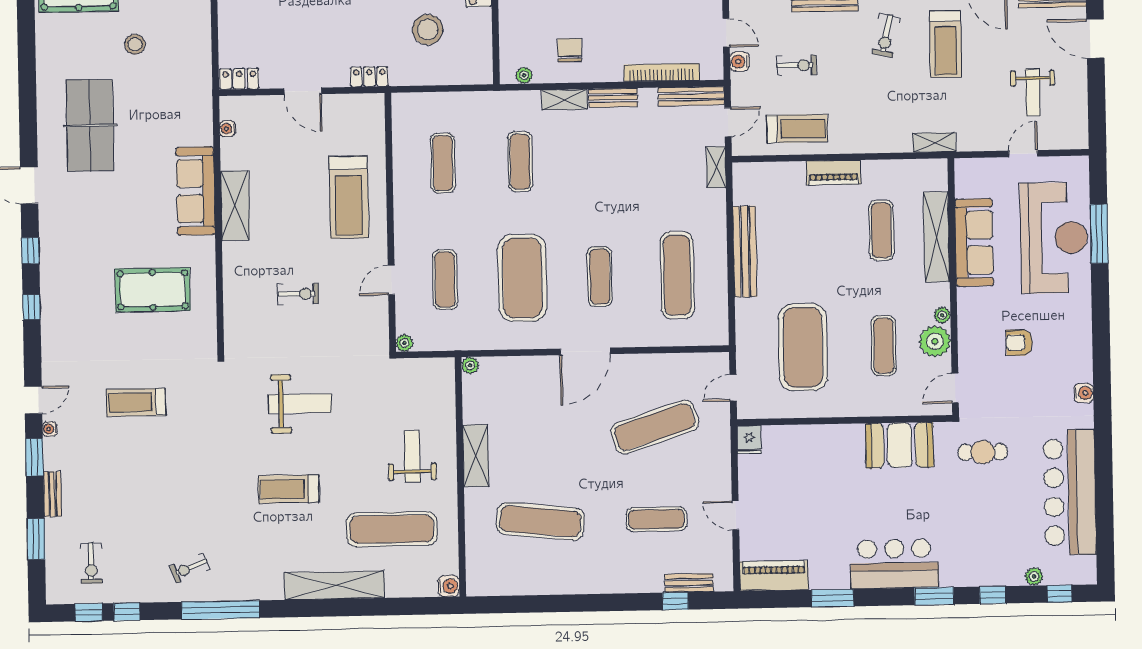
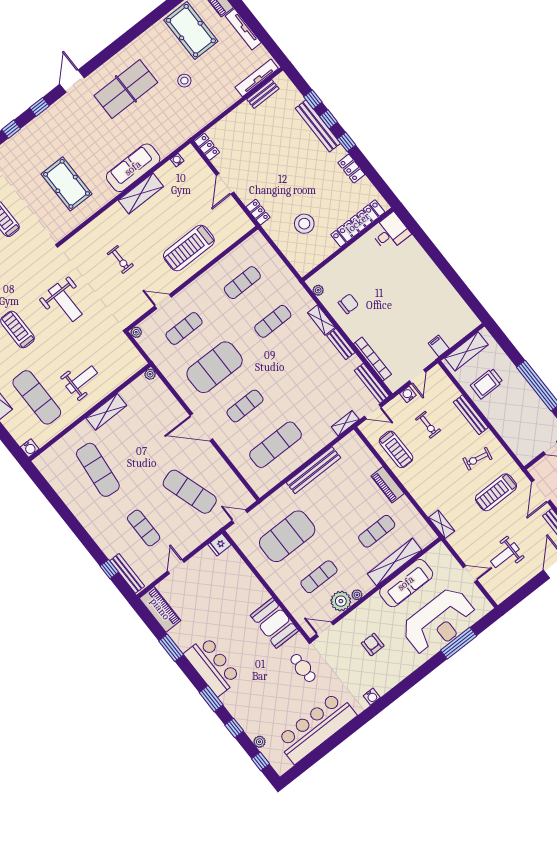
bench: (689, 583) -> (127, 573), width x1.36

